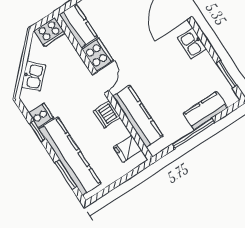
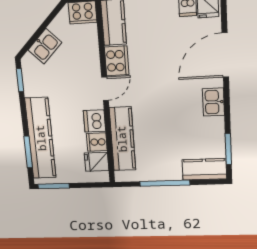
kitchen counter: (205, 111) -> (204, 169), moved
cooker: (41, 115) -> (97, 142), moved, turned 180
window: (37, 131) -> (20, 80), moved
window: (103, 192) -> (54, 186), added

